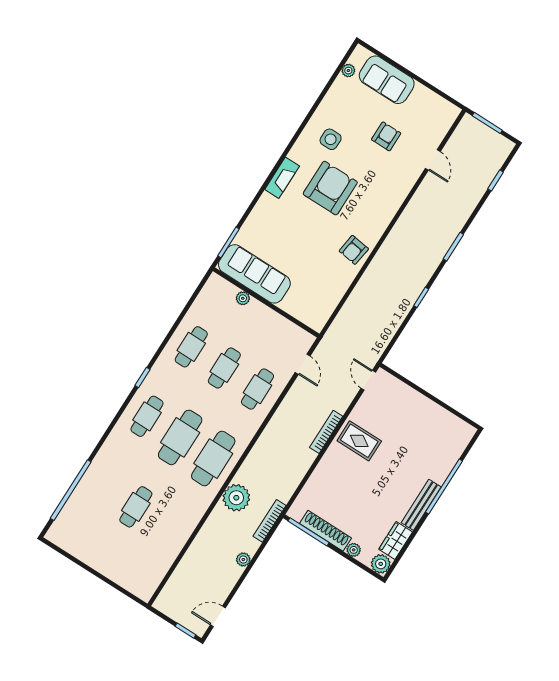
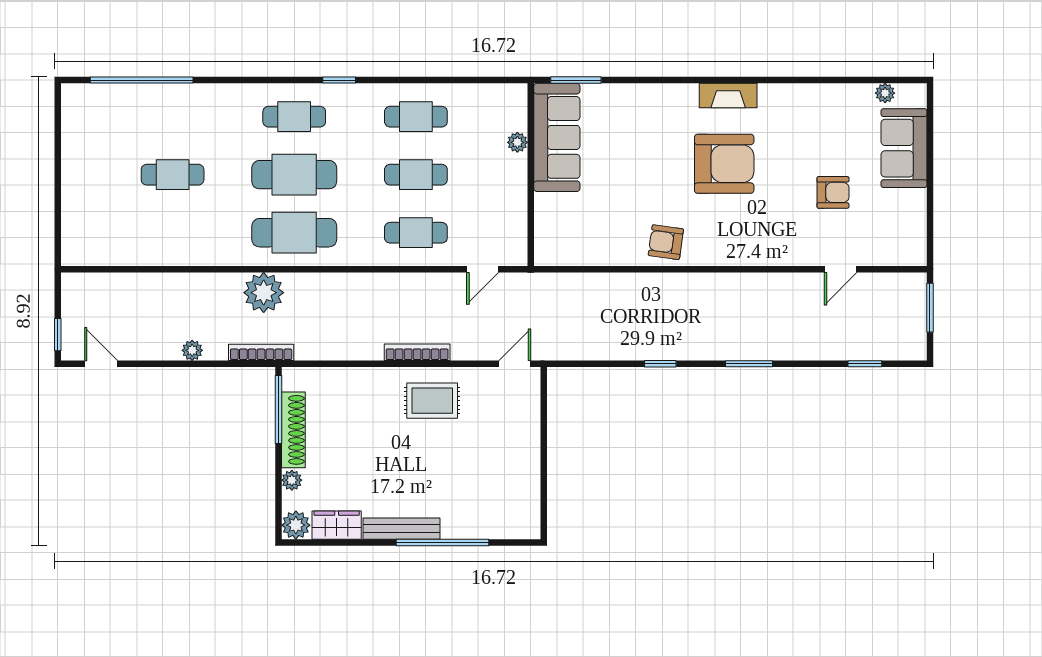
side table: (331, 139) -> (785, 125), removed
fireplace: (282, 178) -> (728, 96), moved
rug: (359, 441) -> (432, 401), turned 90

